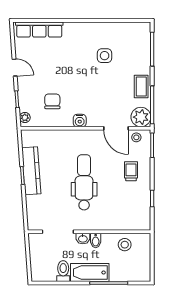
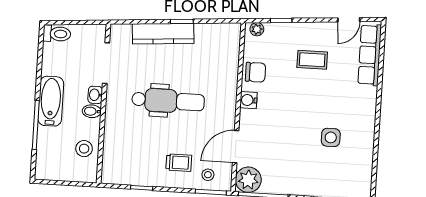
door: (15, 68) -> (349, 20), moved
coffee table: (141, 87) -> (312, 60), moved
chair: (52, 101) -> (255, 72), moved
stool: (136, 137) -> (208, 175), moved
kitchen counter: (31, 171) -> (163, 34), moved
toilet: (63, 271) -> (57, 34), moved

